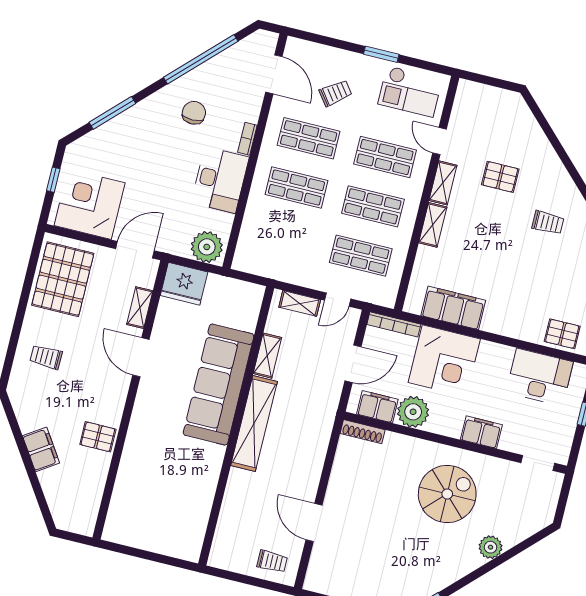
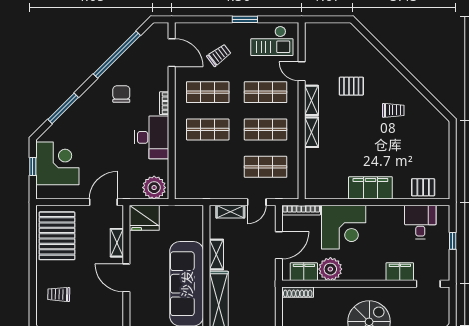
corner desk: (90, 204) -> (57, 163), moved, turned 90
filing cabinet: (453, 308) -> (370, 188), moved
desk: (540, 377) -> (420, 222), width x0.73
filing cabinet: (481, 432) -> (400, 272), moved

